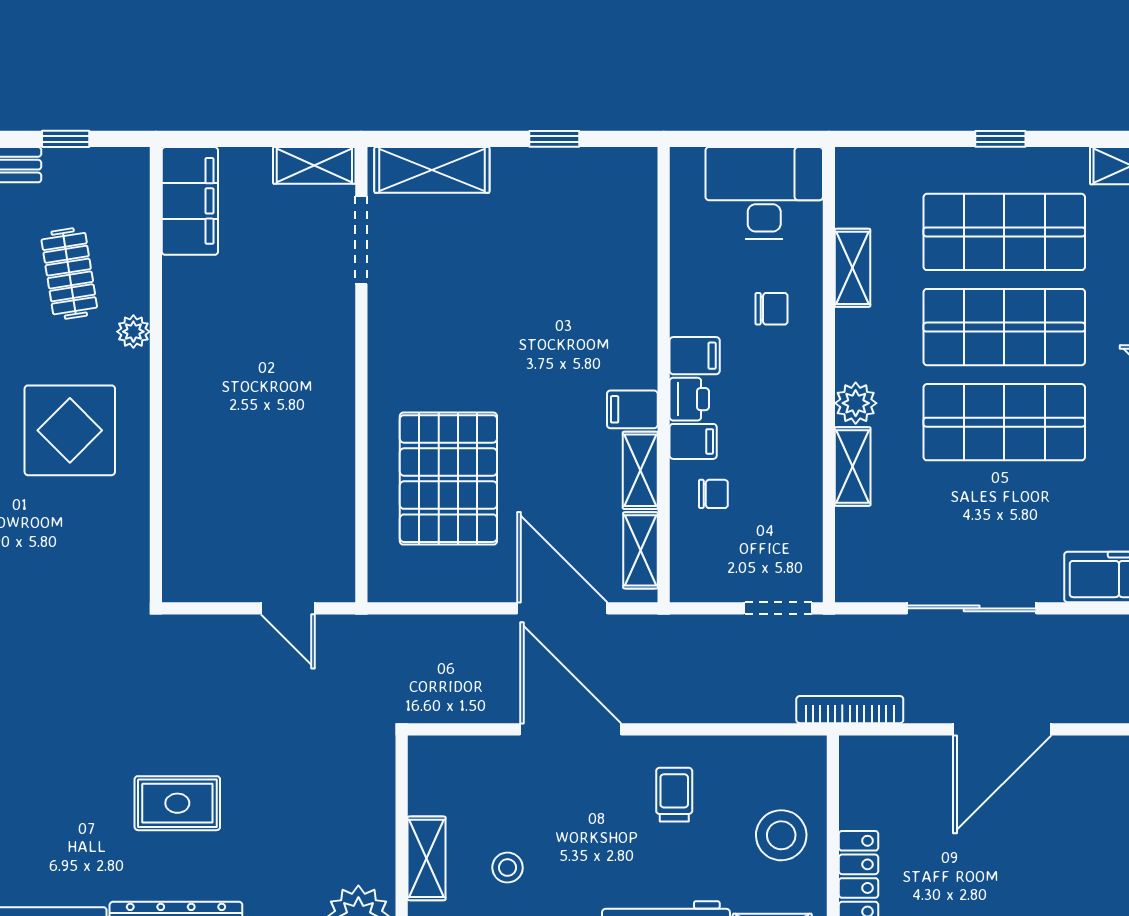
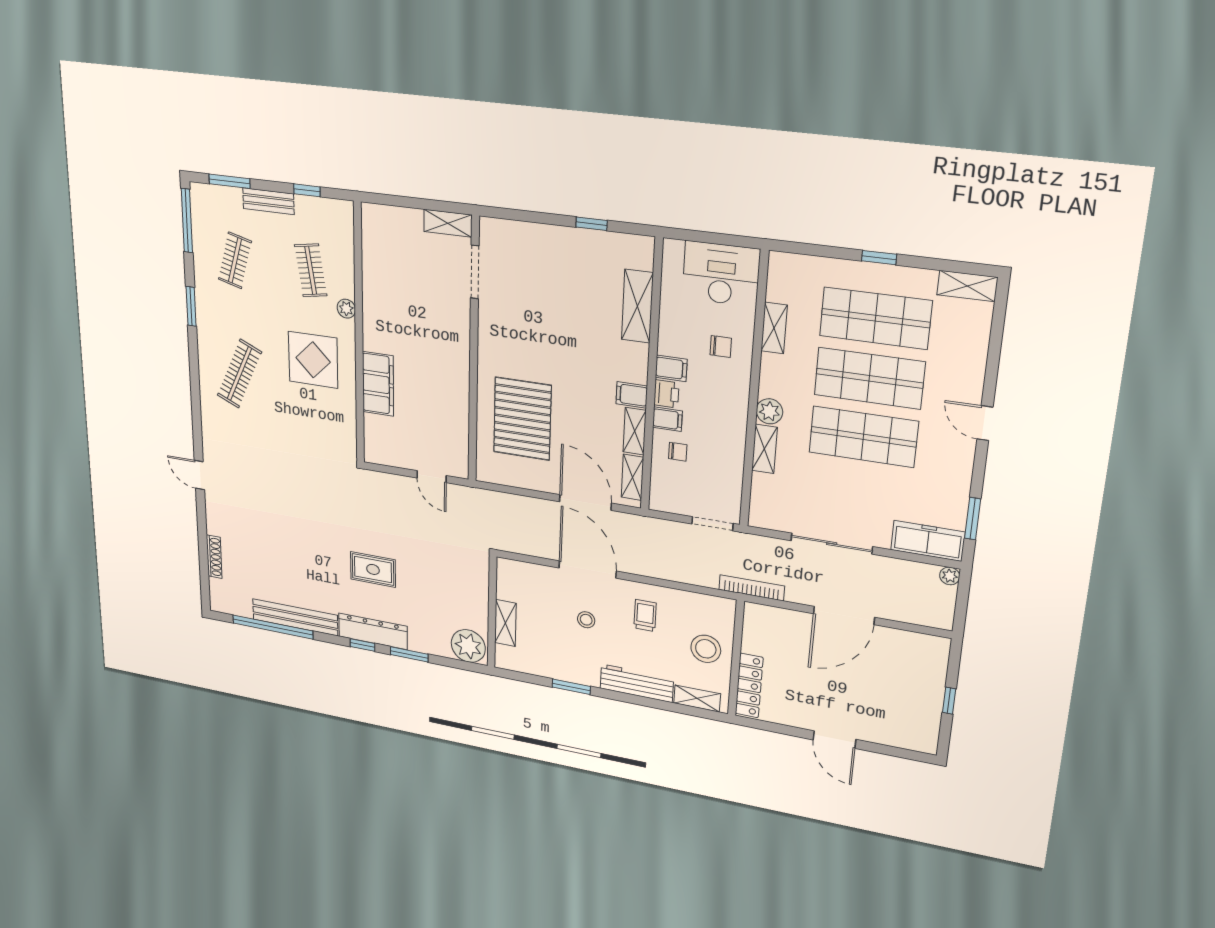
shelving: (432, 170) -> (637, 306), moved, turned 90
filing cabinet: (190, 201) -> (378, 384), moved
stool: (508, 868) -> (586, 620), moved

